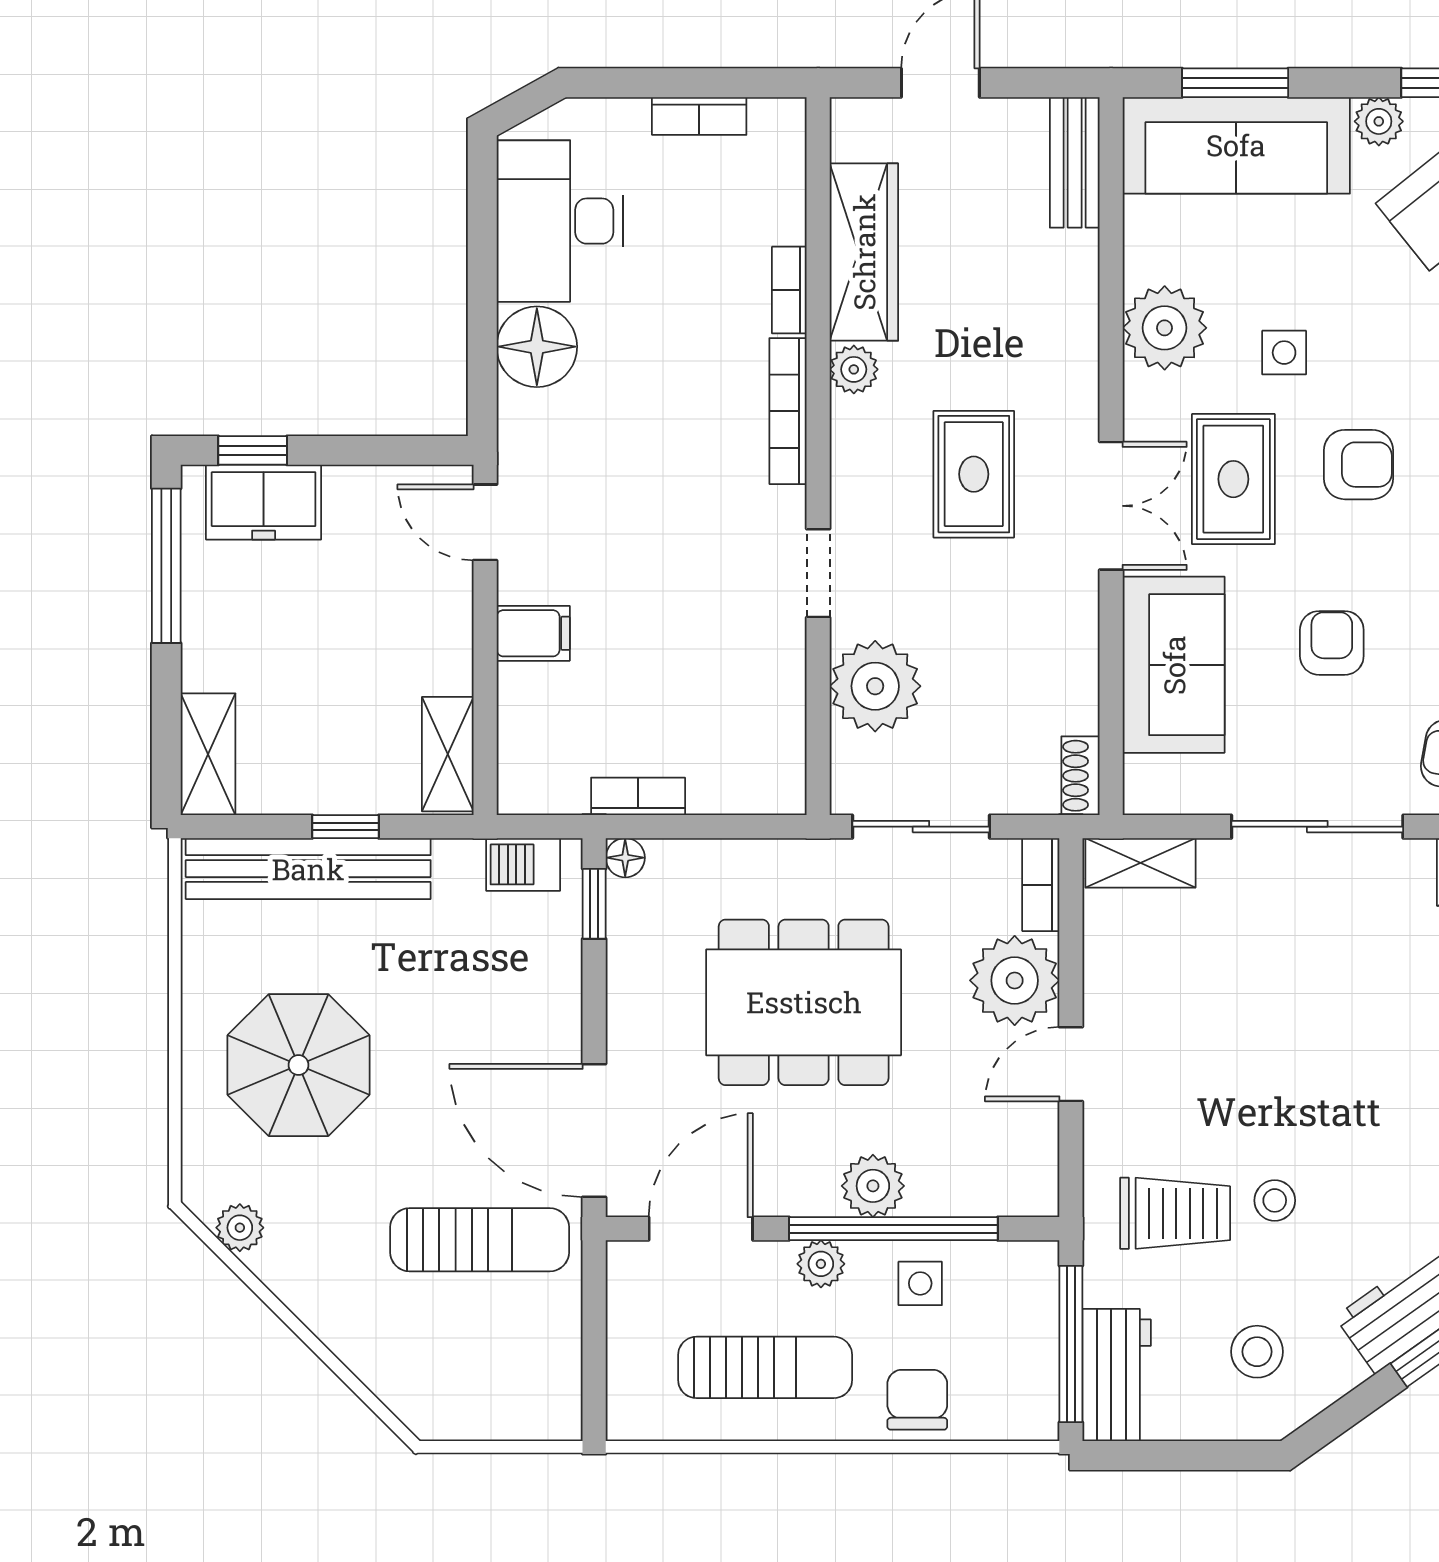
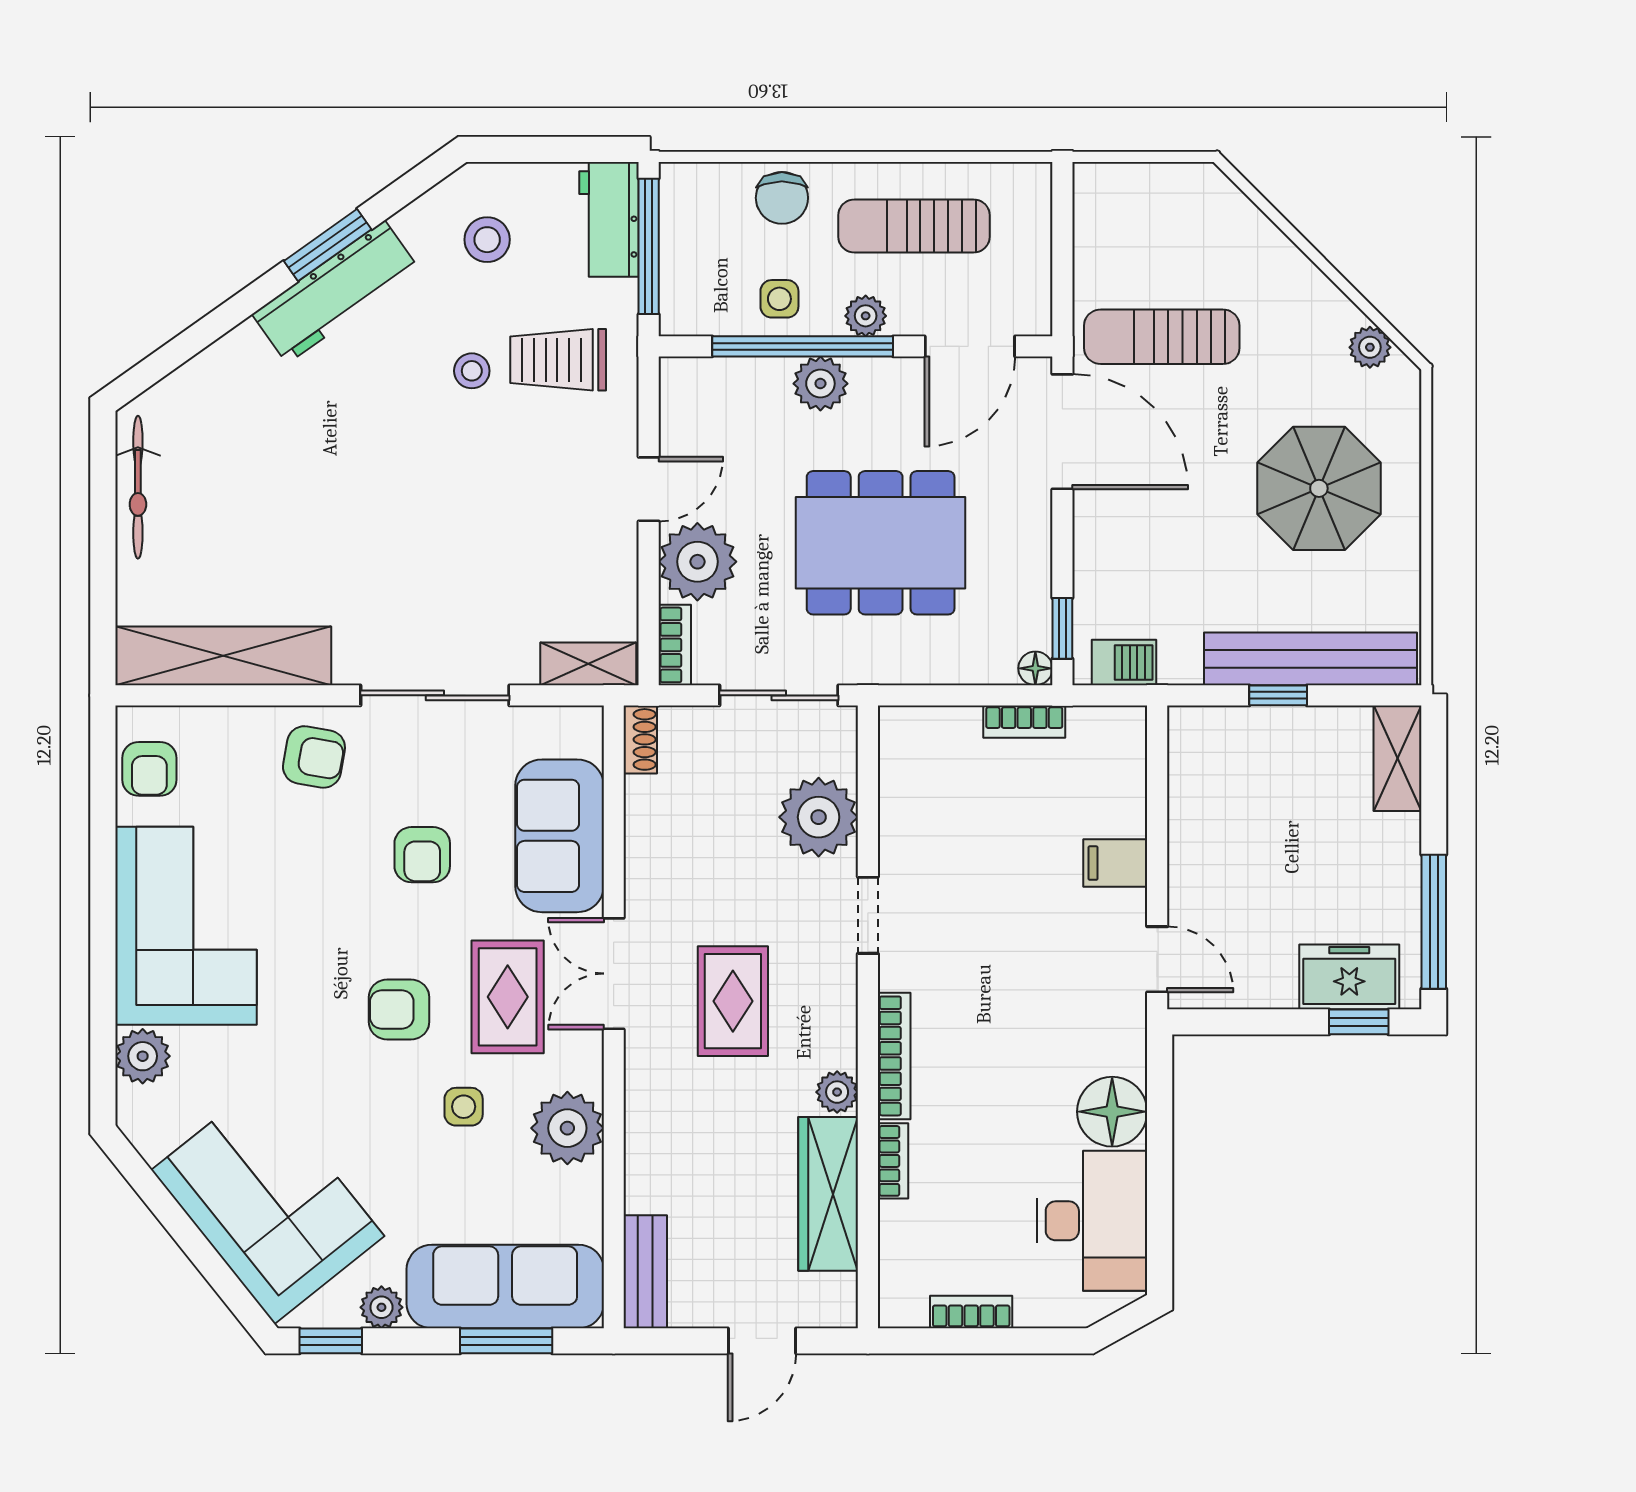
shelving: (448, 754) -> (1189, 758), removed

